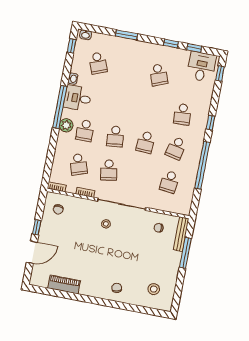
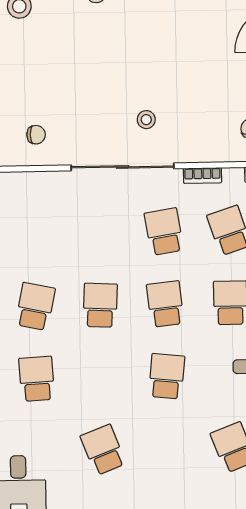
school desk: (169, 182) -> (167, 376), moved

